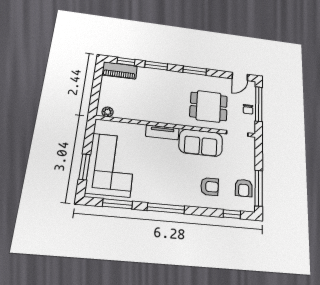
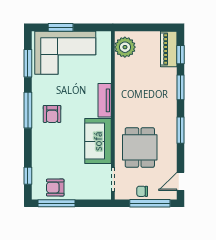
door: (240, 76) -> (180, 181), hinge flipped
plant: (108, 112) -> (125, 47), width x1.87, depth x1.87
armchair: (210, 187) -> (52, 114), moved

